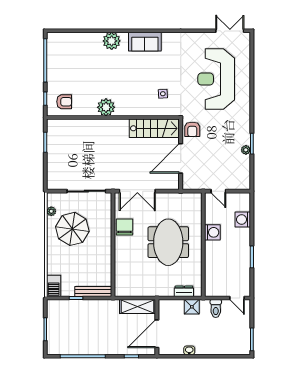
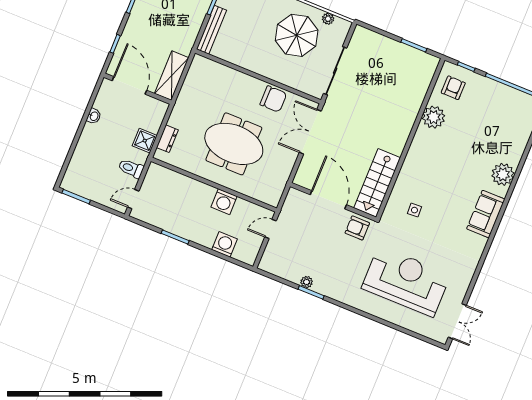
armchair: (64, 102) -> (453, 88), turned 180
plant: (106, 107) -> (434, 117), moved

